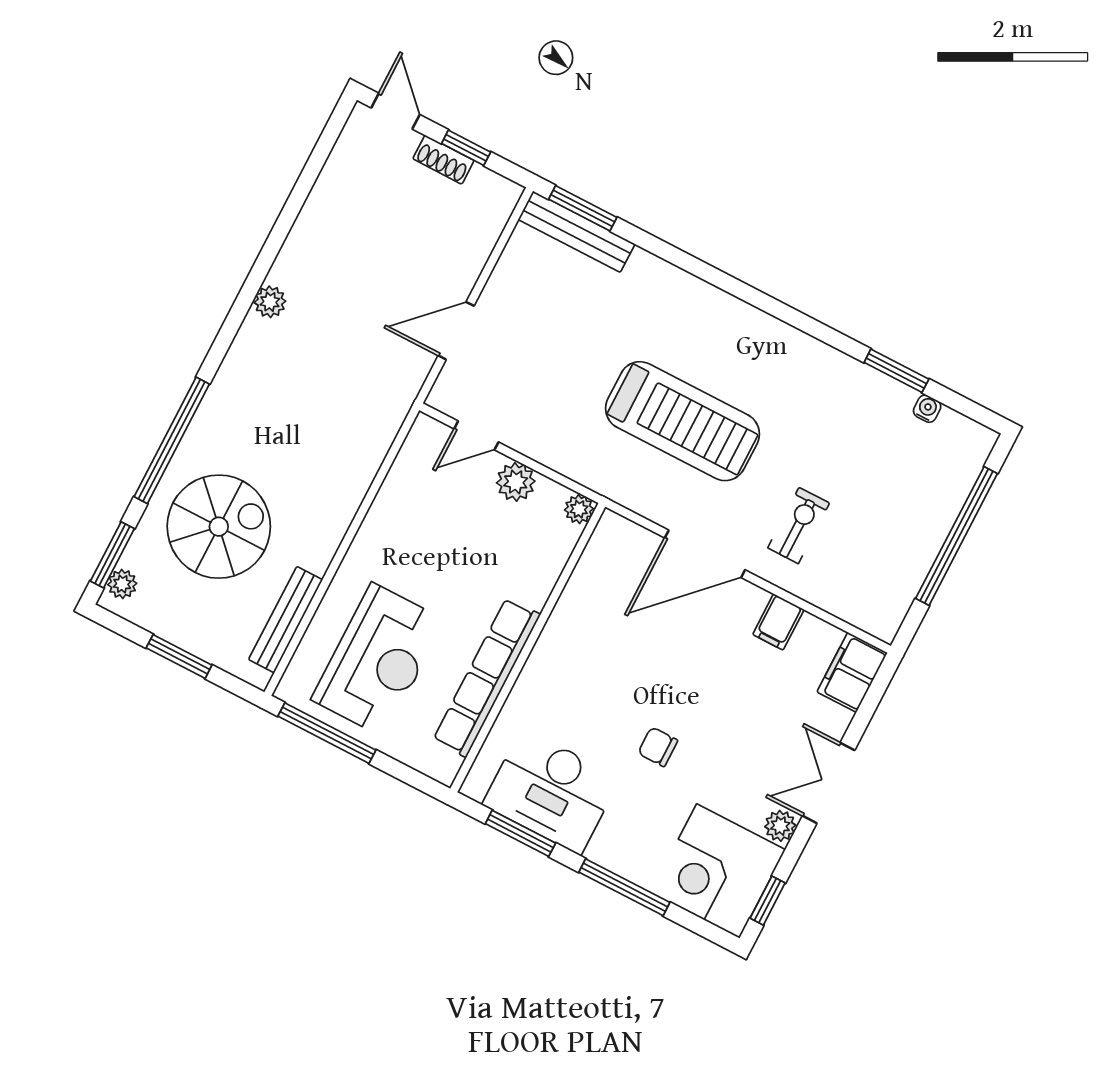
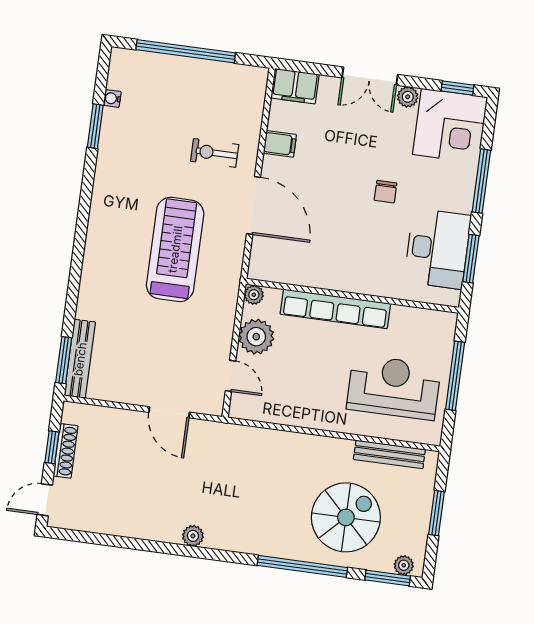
shoe rack: (443, 160) -> (66, 451), width x1.43
plant: (516, 482) -> (256, 337), width x1.36, depth x1.36
spiral stairs: (219, 527) -> (346, 517), turned 90
row of seats: (487, 677) -> (335, 309), moved
window: (327, 733) -> (455, 376), moved

